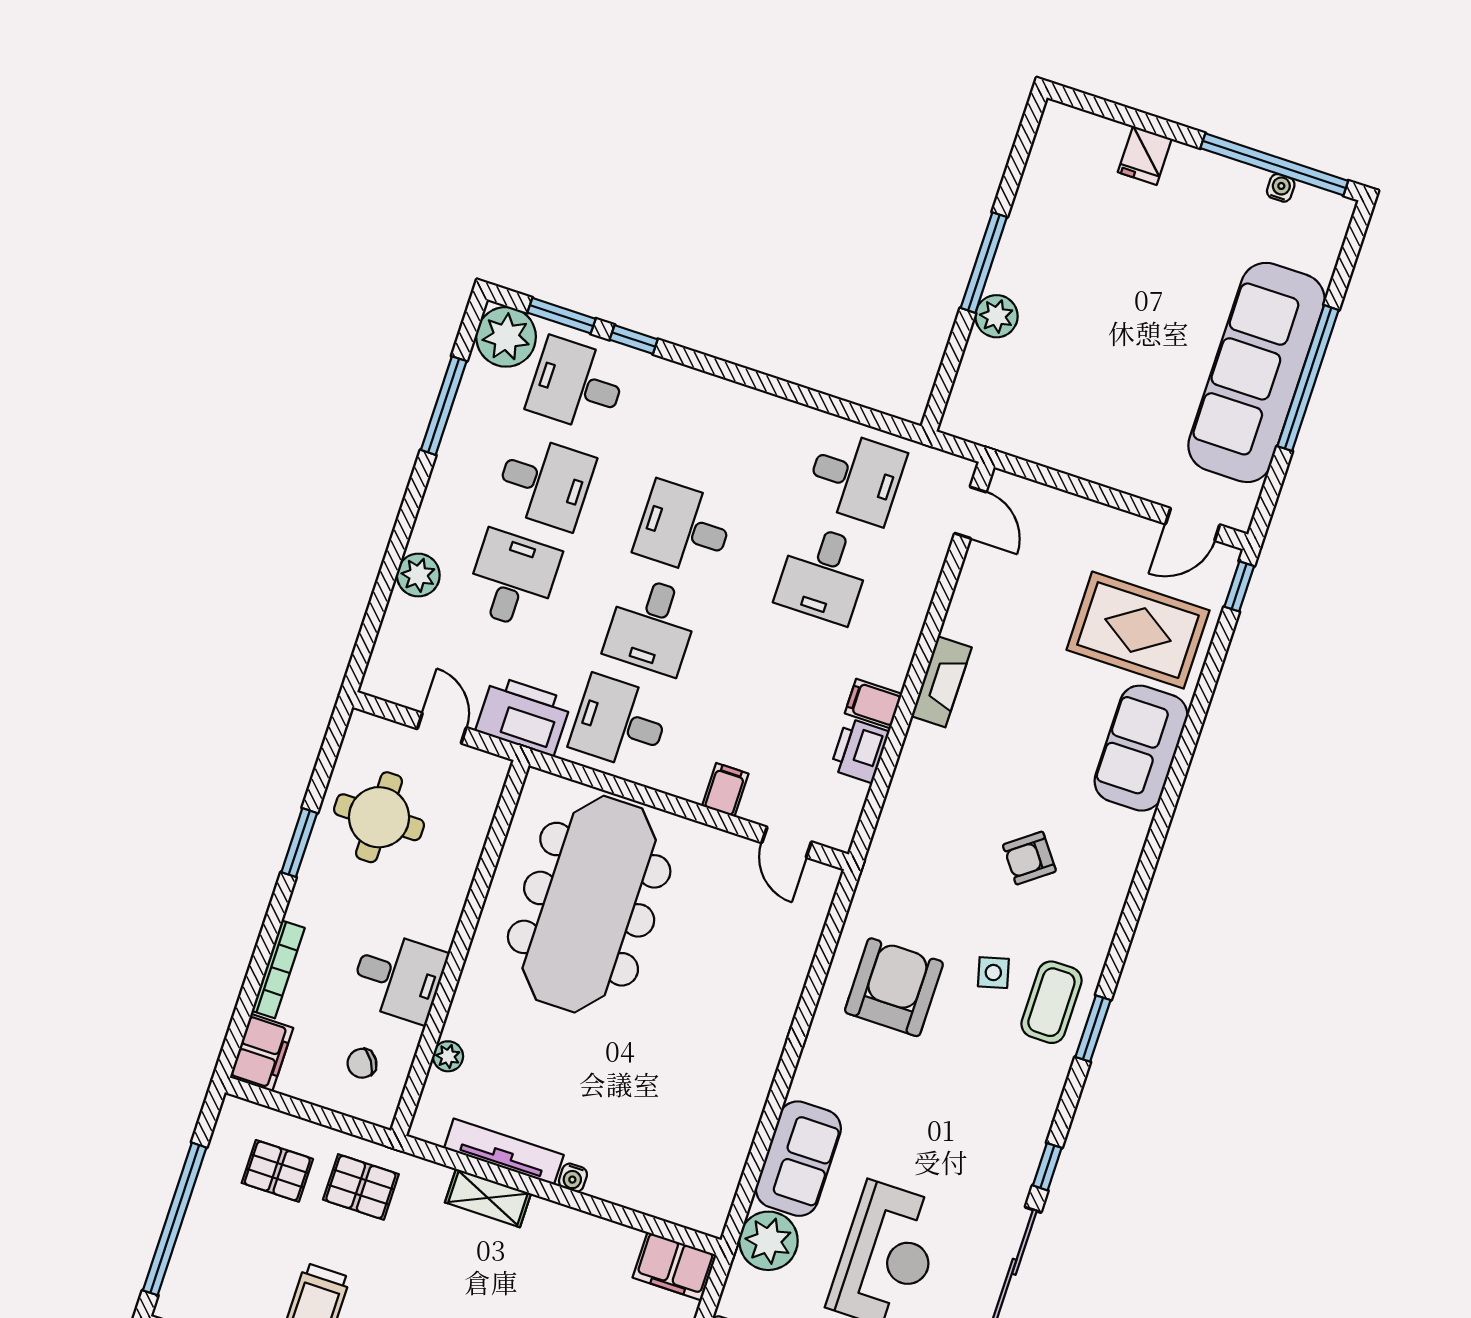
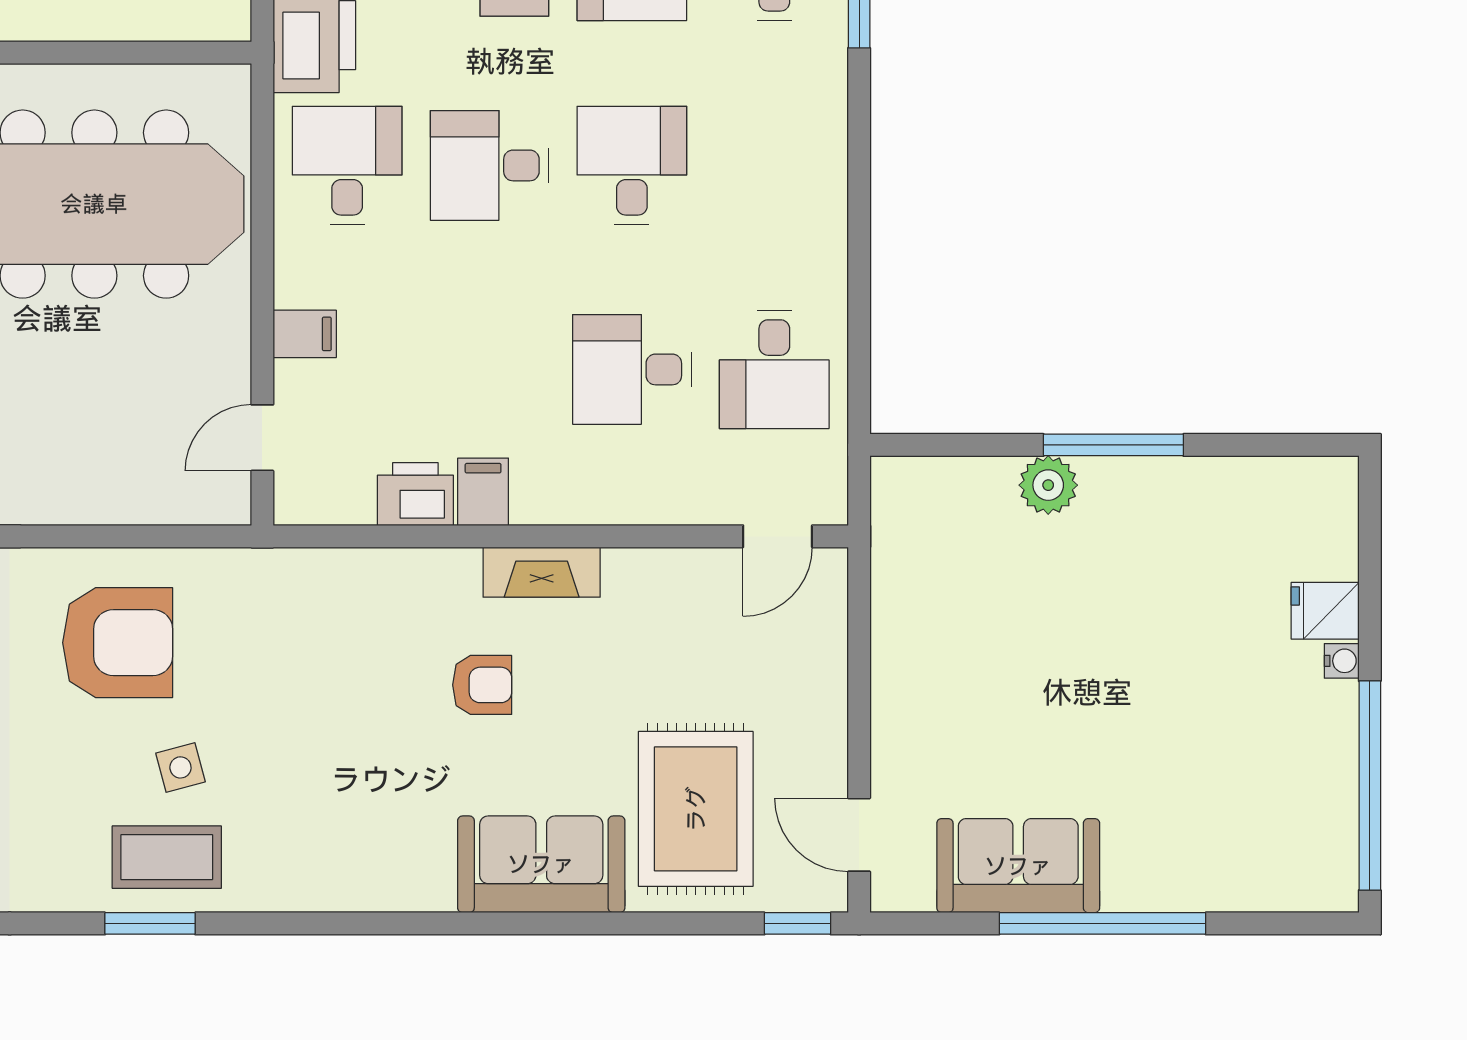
water cooler: (1281, 188) -> (1342, 661), moved
sofa: (1256, 372) -> (1018, 866), width x0.54, depth x0.79
armchair: (1029, 858) -> (482, 685), moved, turned 127

